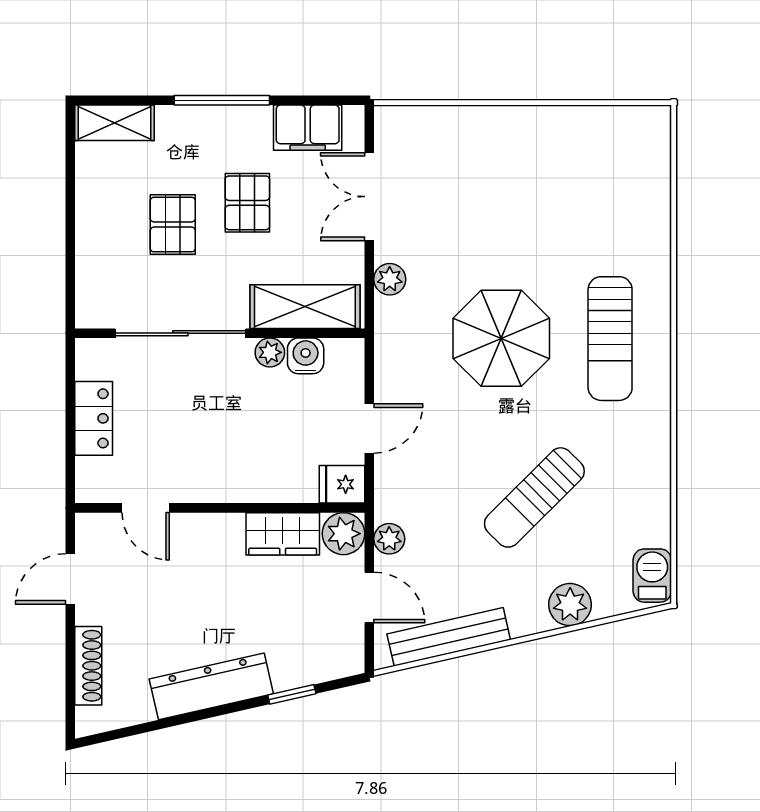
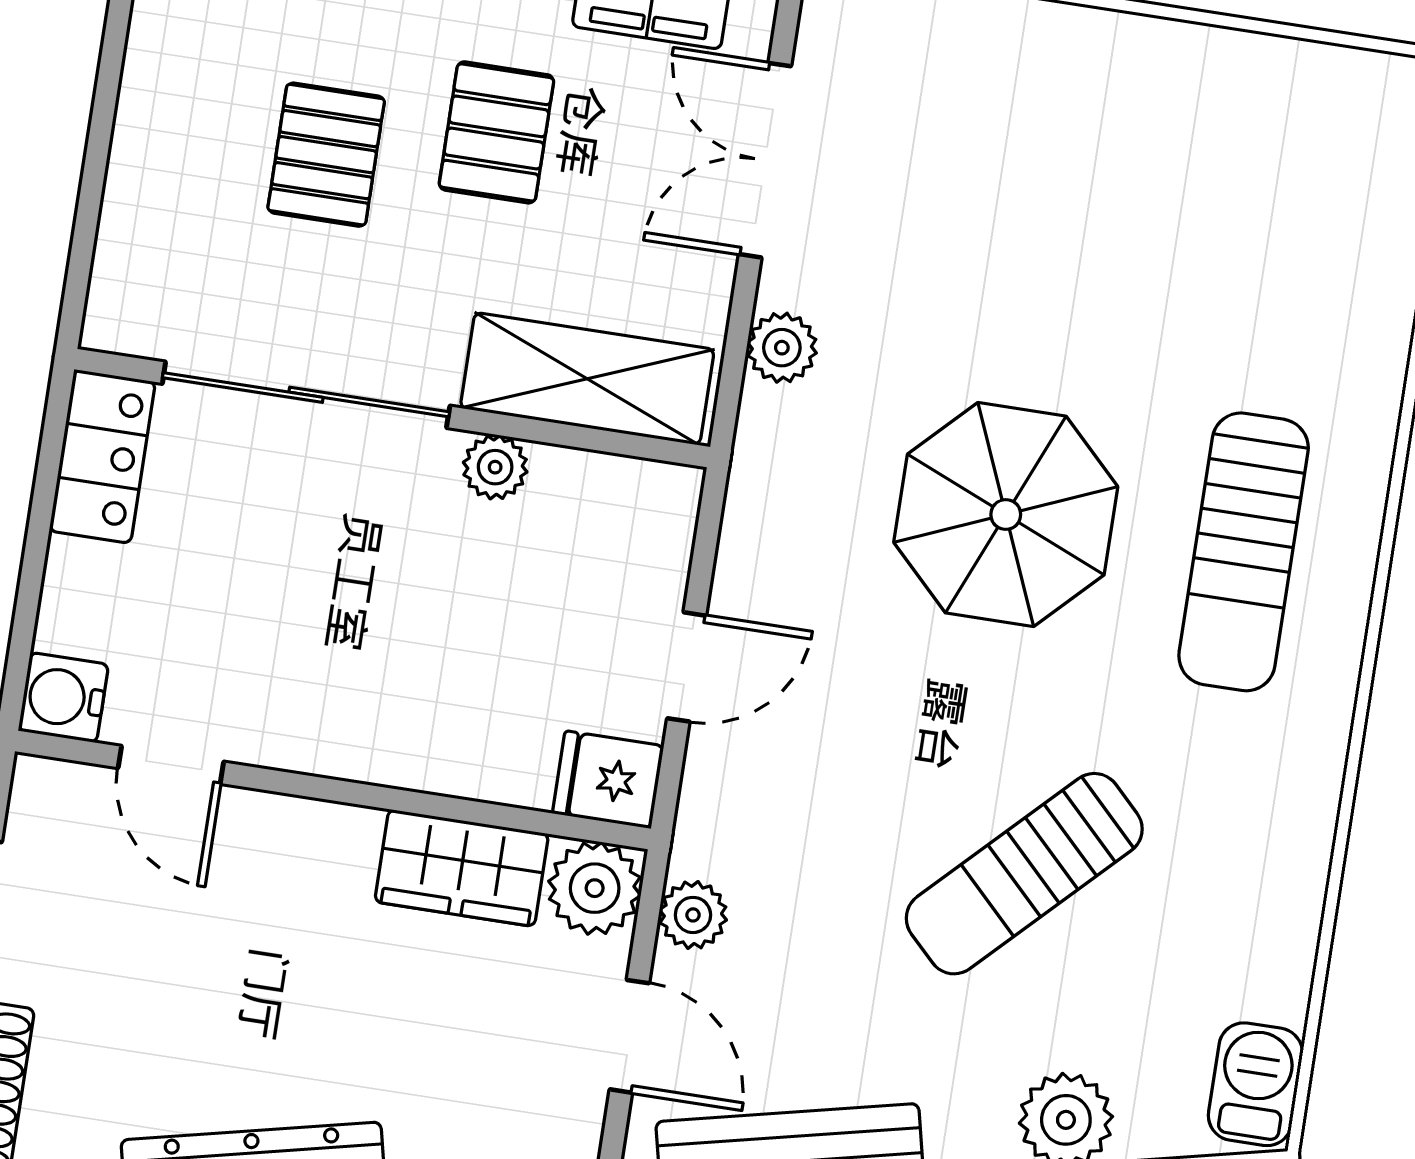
water cooler: (306, 356) -> (63, 698), moved, turned -90
locker: (94, 418) -> (102, 456), moved

